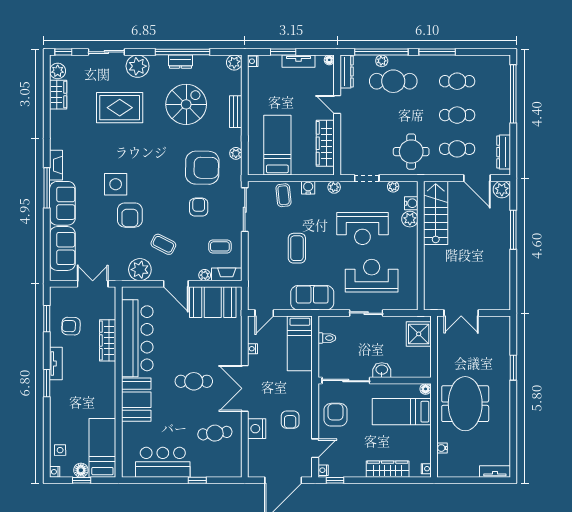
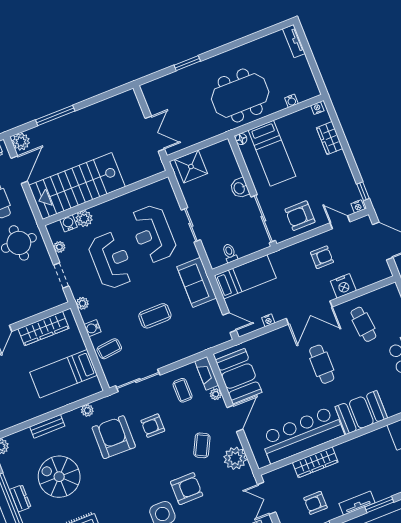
stairs: (436, 213) -> (77, 186), width x1.36, depth x1.51
armchair: (71, 326) -> (315, 503), turned 88
wardrobe: (388, 469) -> (330, 138), width x0.67

